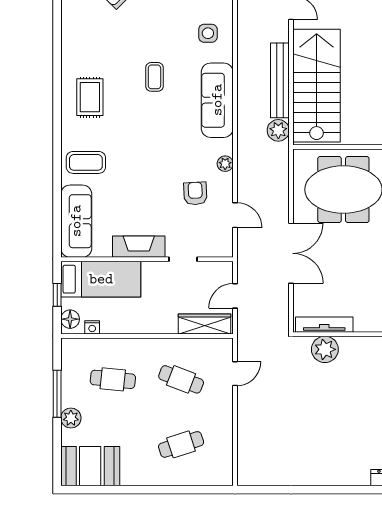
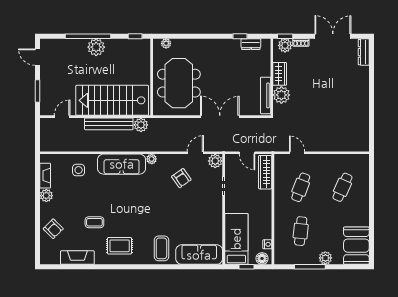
coffee table: (154, 77) -> (94, 222), moved
plant: (225, 164) -> (152, 159), moved
armchair: (195, 193) -> (181, 178), turned -122
plant: (222, 246) -> (215, 161), added
fireplace: (139, 247) -> (77, 258), moved, turned 90
wardrobe: (358, 347) -> (280, 74), added
cafe table: (181, 444) -> (342, 187), turned 42

